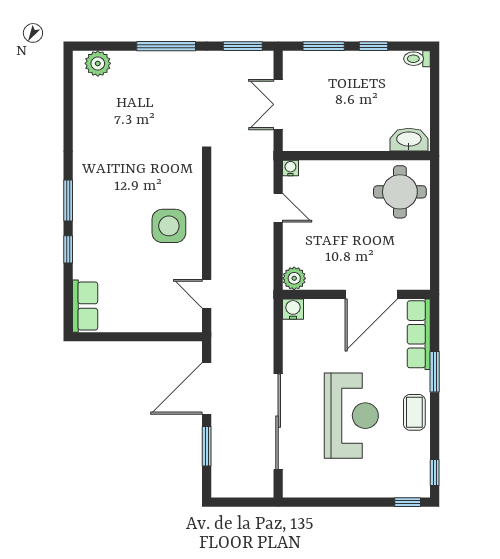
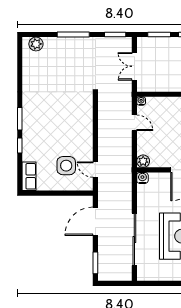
side table: (169, 226) -> (66, 166), moved
window: (207, 446) -> (95, 263), moved

